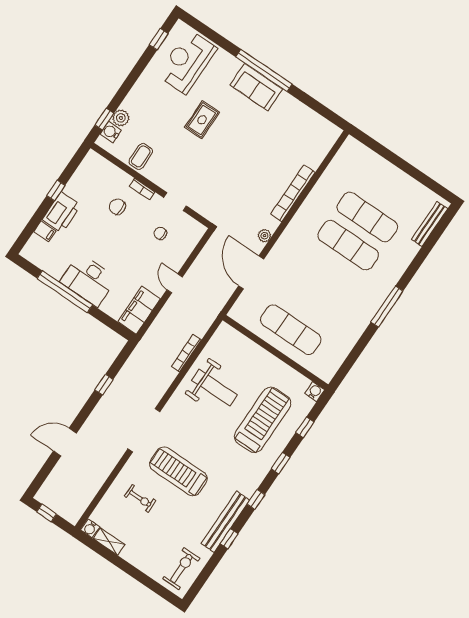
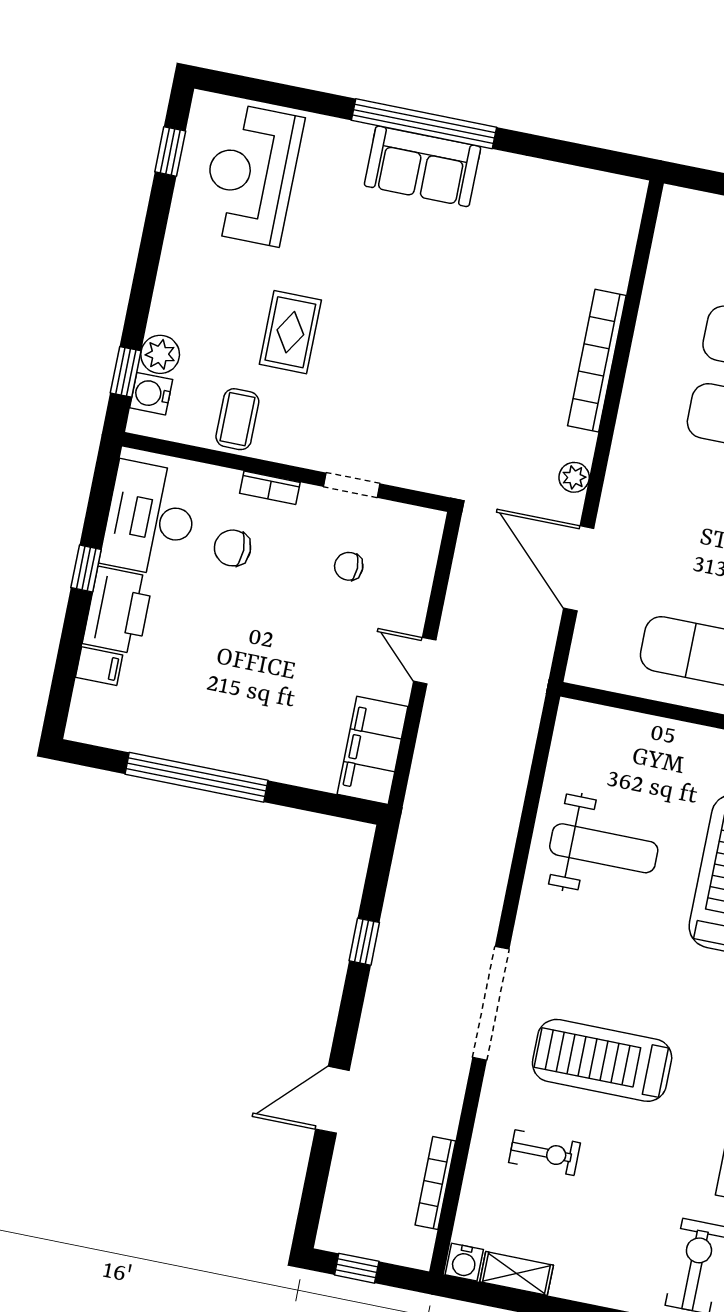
rug: (202, 120) -> (290, 332), moved
desk: (88, 280) -> (150, 519), moved, turned 90
bookcase: (186, 353) -> (435, 1183), moved

